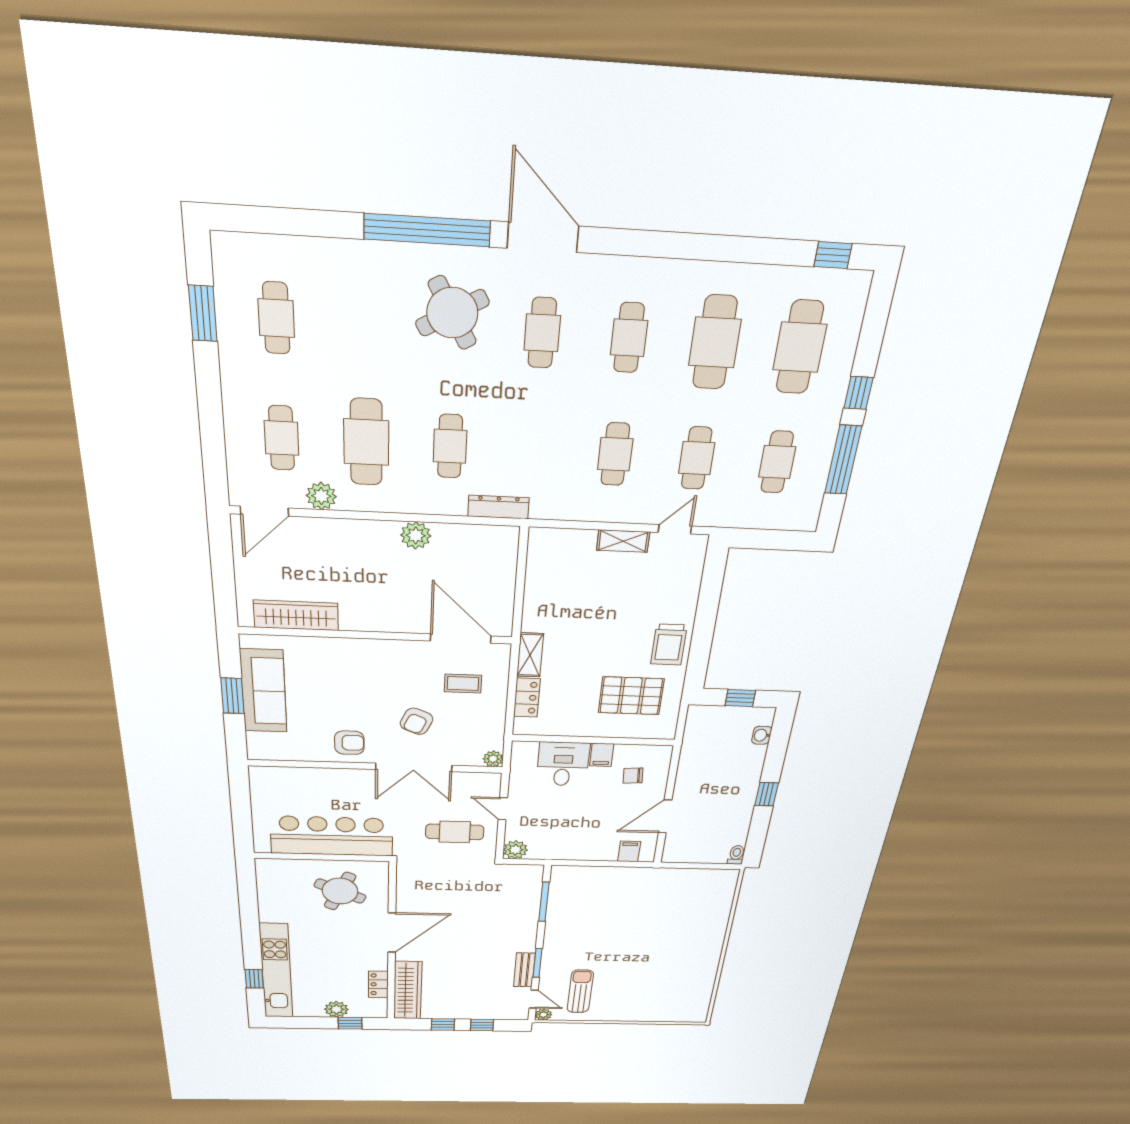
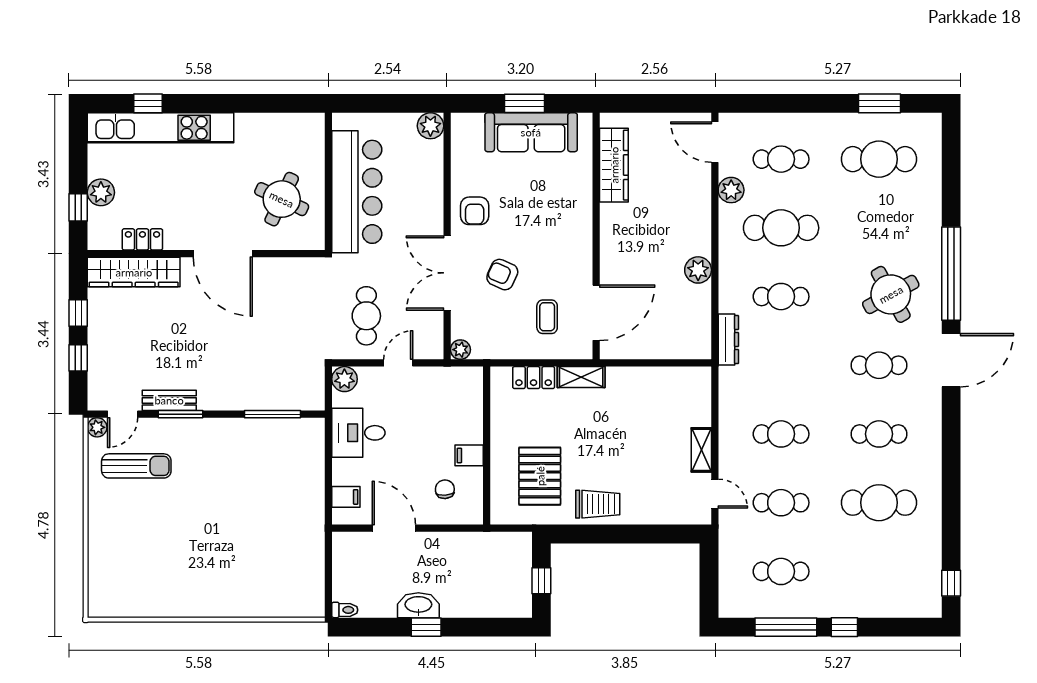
cafe table: (276, 318) -> (879, 159), width x1.37, depth x1.35
cafe table: (800, 347) -> (879, 571), removed
trolley: (669, 645) -> (598, 504), turned 180
washbasin: (762, 735) -> (418, 605), moved, width x1.91, depth x1.45
desk: (563, 764) -> (358, 433), moved, turned 180
plant: (262, 777) -> (430, 126), added

